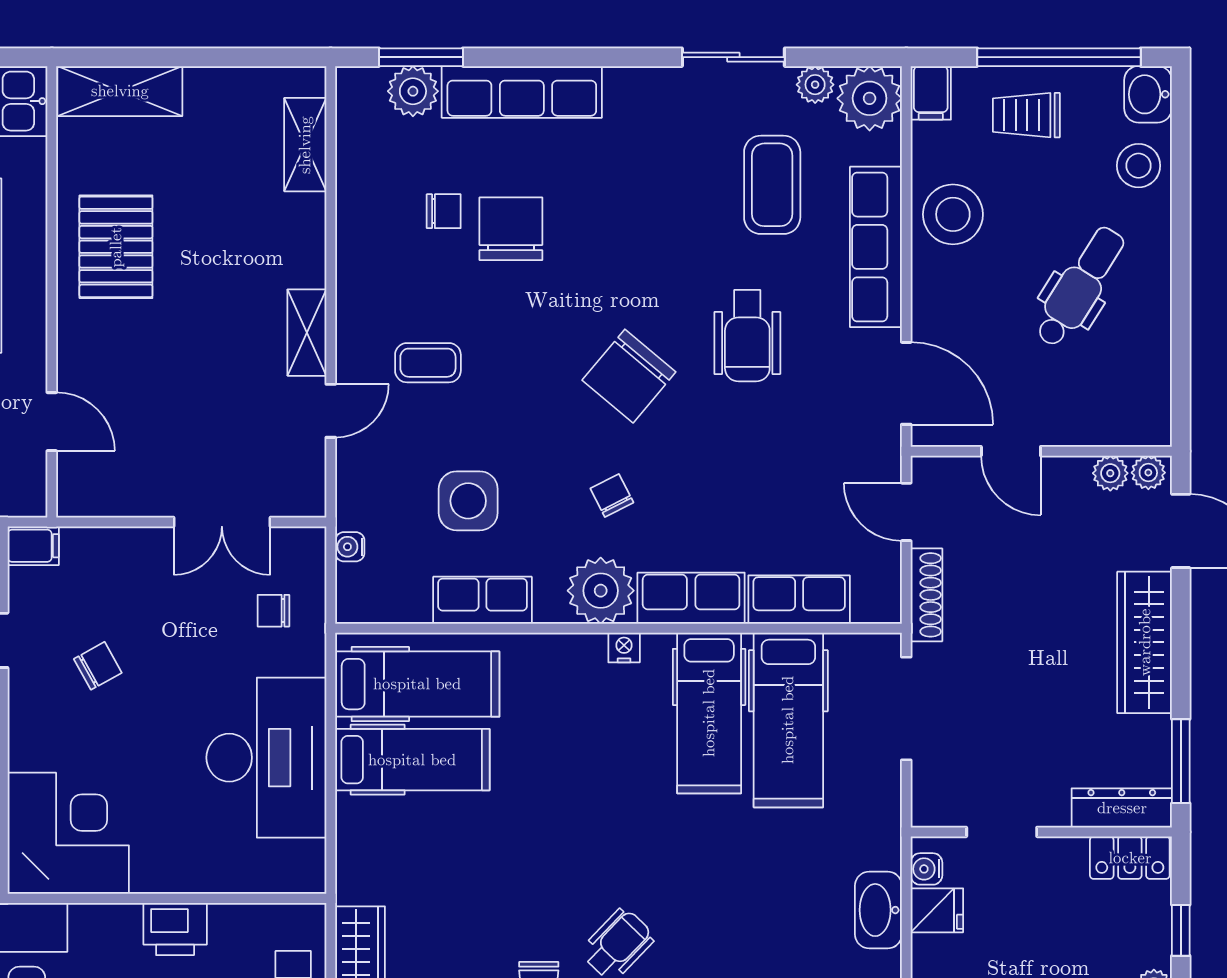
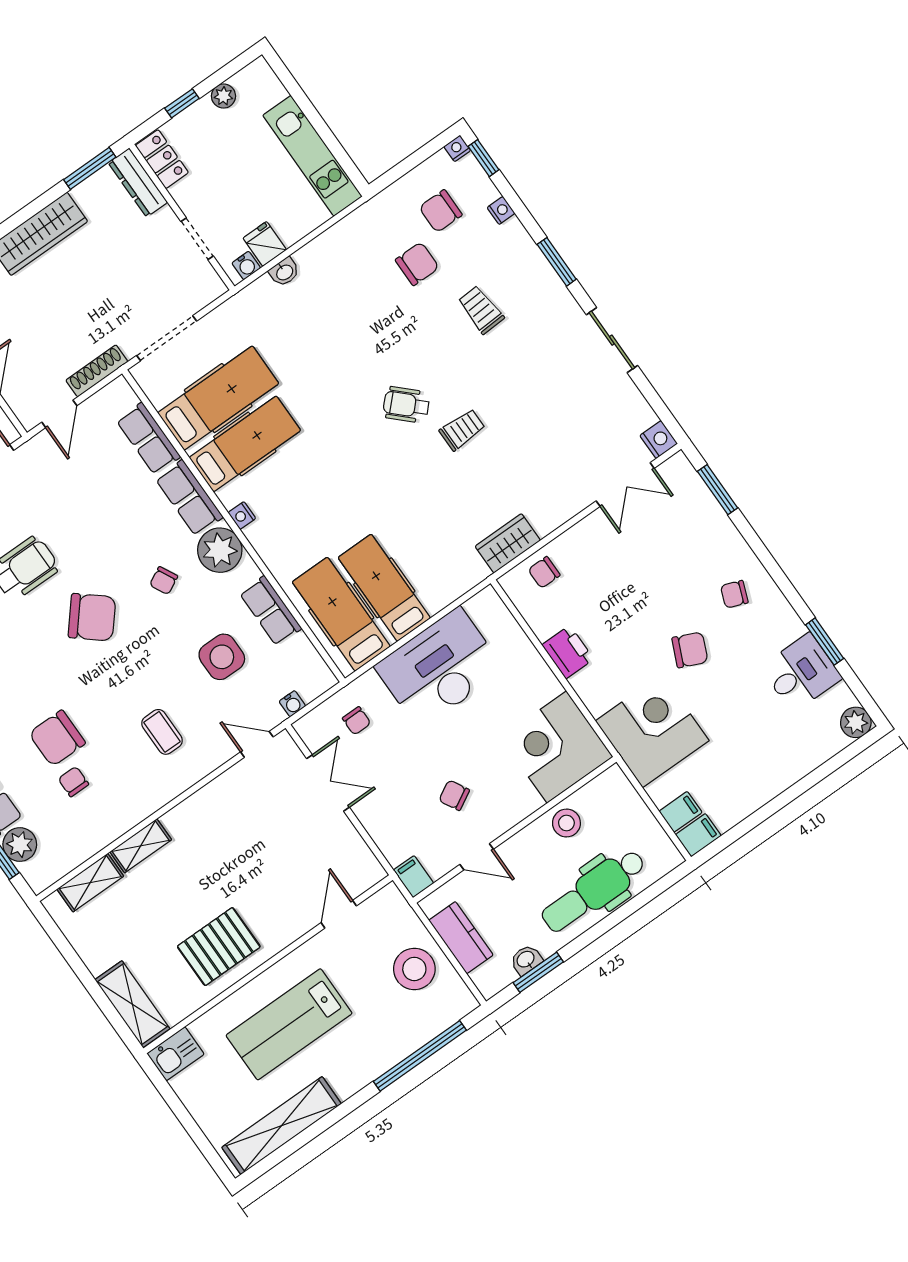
shelving: (307, 333) -> (141, 846), moved
door: (331, 411) -> (257, 744), moved
washbasin: (878, 910) -> (284, 272), width x0.52, depth x0.69

